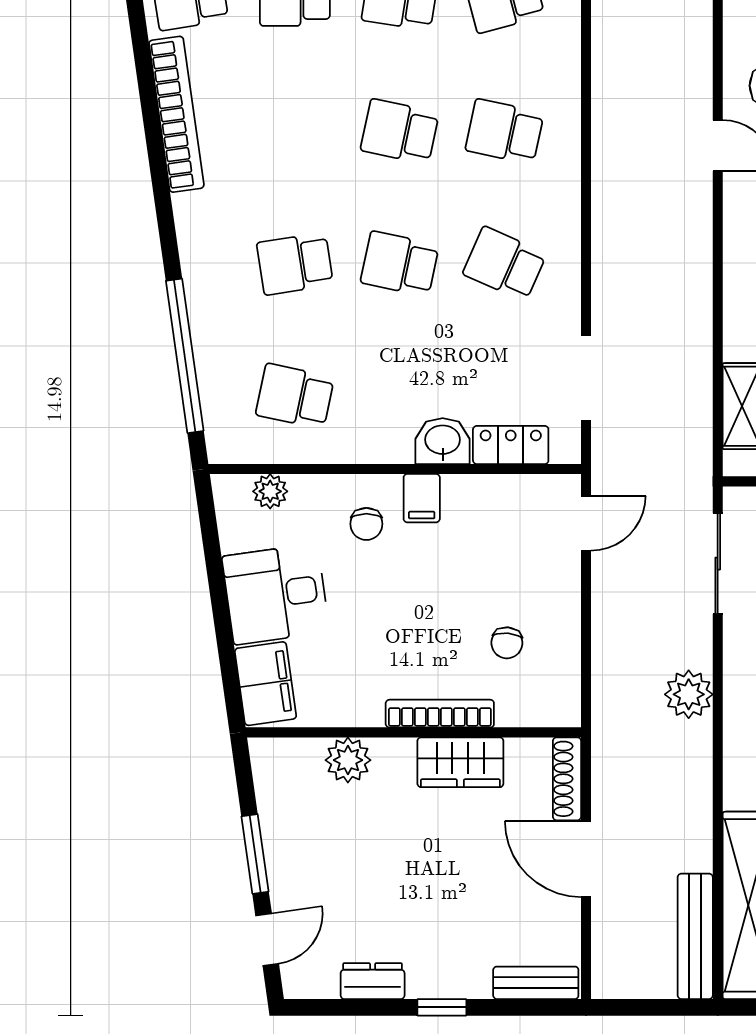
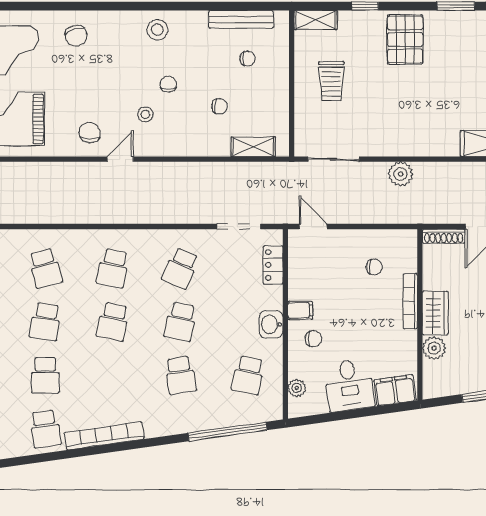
washbasin: (443, 441) -> (271, 324), moved
wardrobe: (460, 762) -> (435, 313), moved

